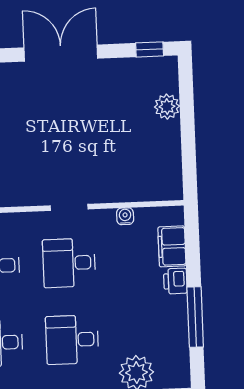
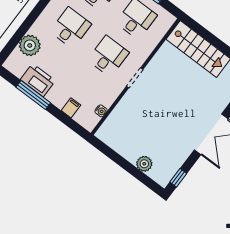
water cooler: (125, 216) -> (101, 111), moved
filing cabinet: (172, 246) -> (71, 108), width x0.50
printer: (175, 281) -> (38, 80), moved, width x1.87, depth x1.48

